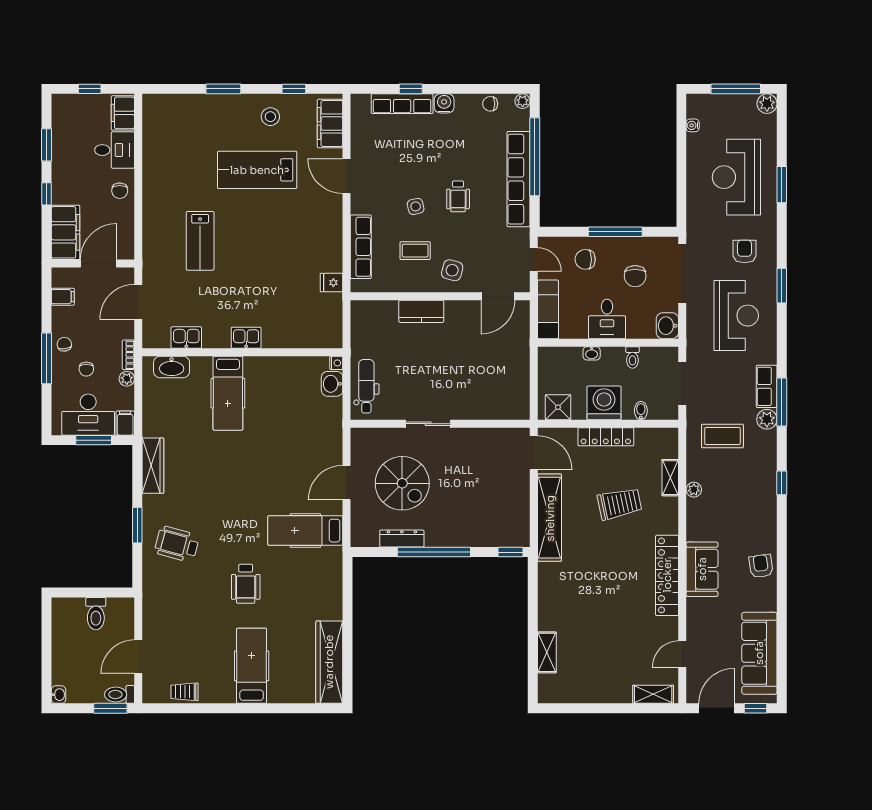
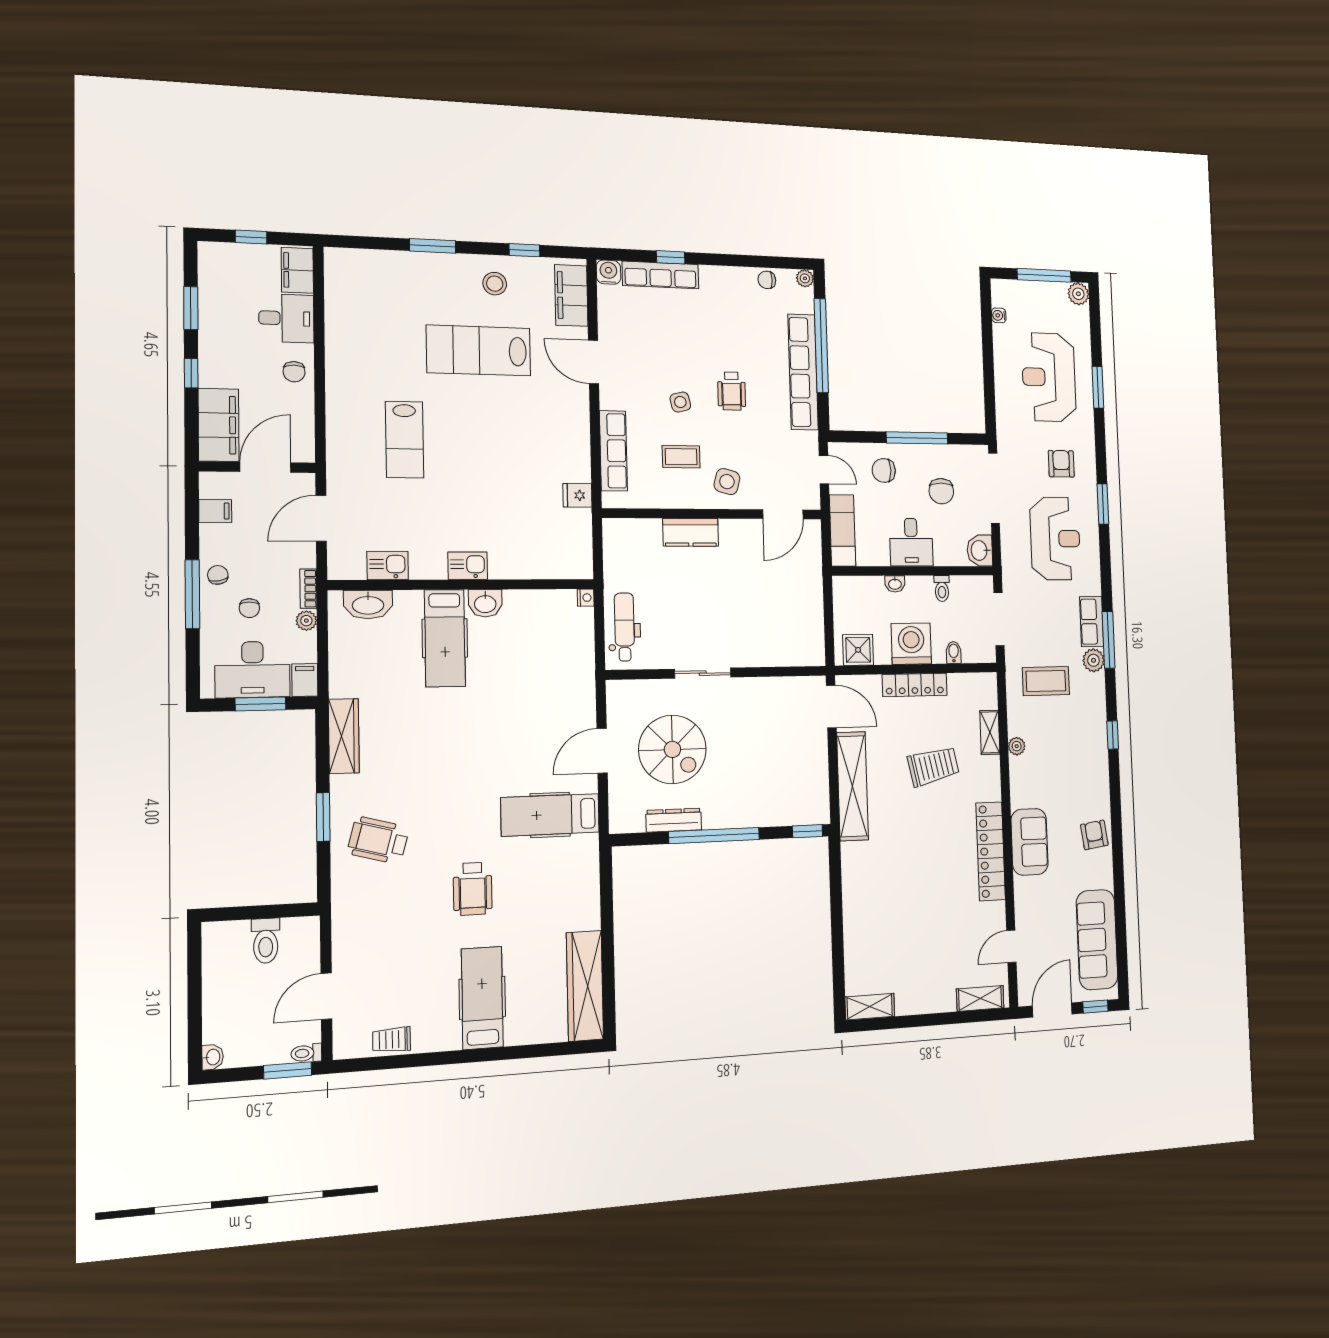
water cooler: (444, 103) -> (608, 272), moved
washbasin: (332, 384) -> (485, 603), moved, turned -90
shelving: (547, 652) -> (870, 1007), moved, turned 90
toilet: (120, 694) -> (306, 1053), width x0.73, depth x0.72

